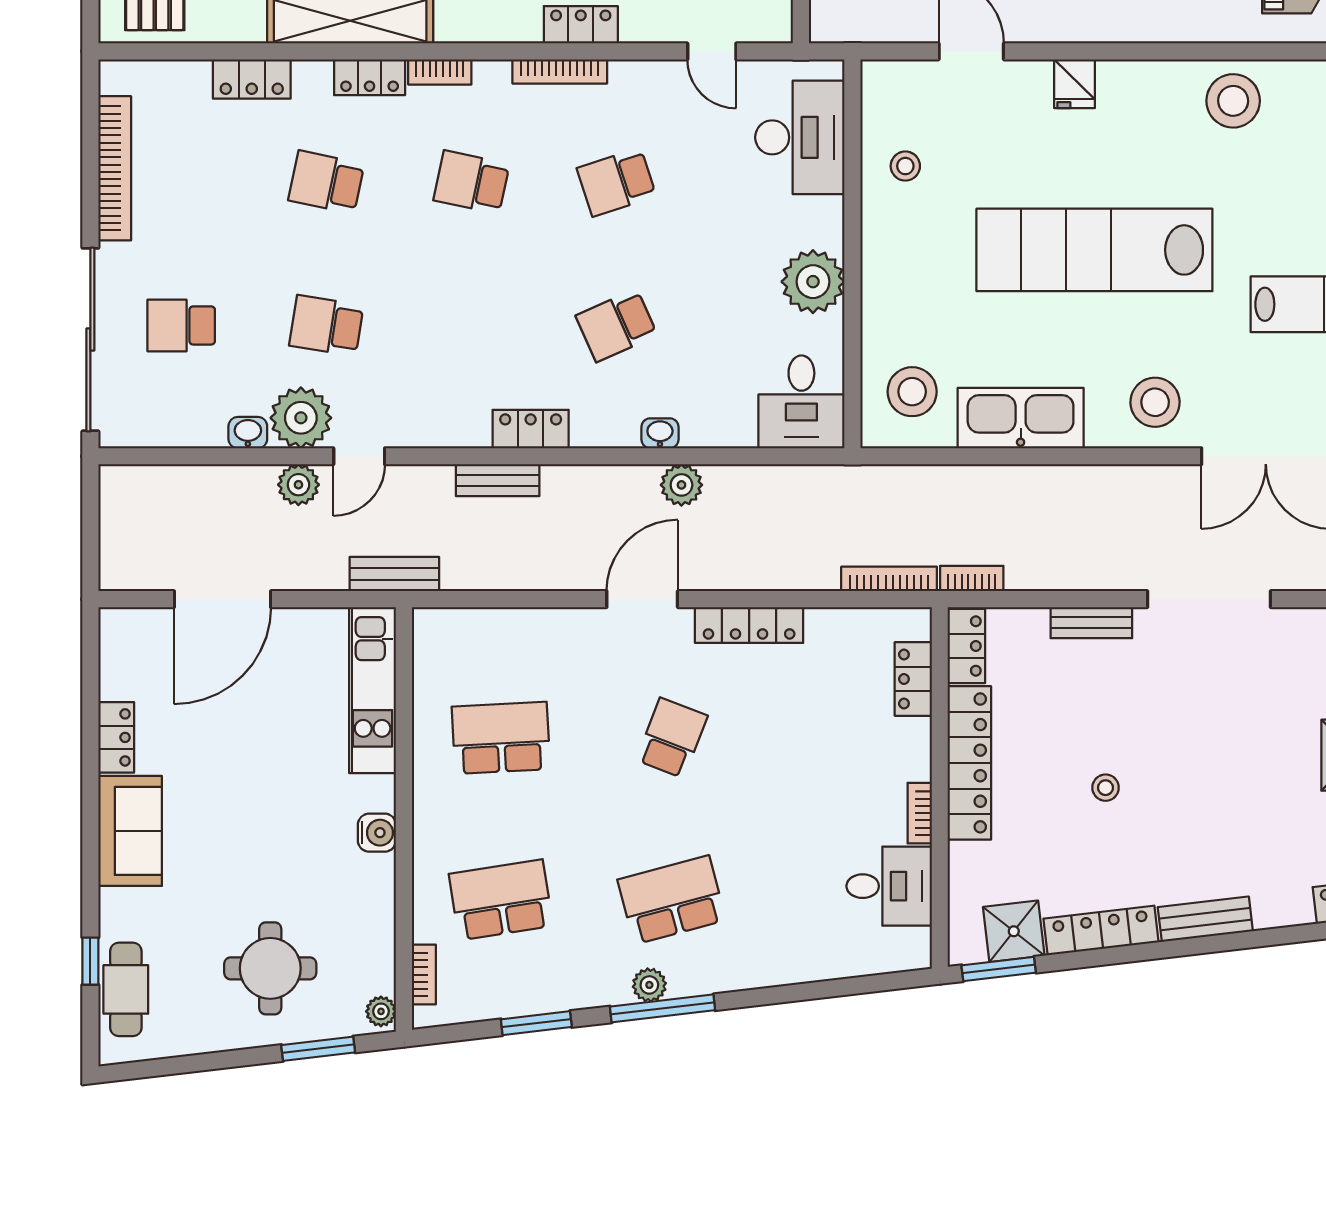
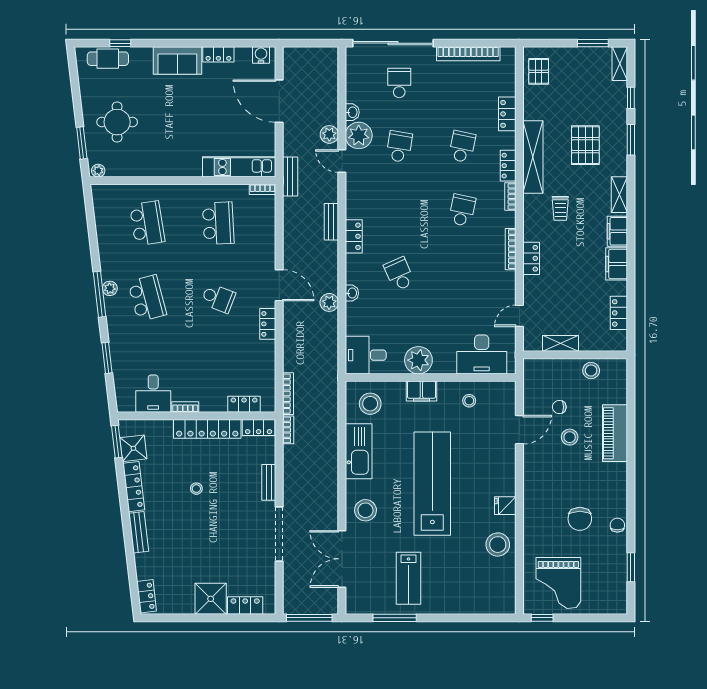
fridge: (1075, 84) -> (505, 506), moved
school desk: (616, 182) -> (462, 274), removed
filing cabinet: (883, 275) -> (421, 391), added
locker: (749, 625) -> (268, 324), width x0.66
water cooler: (377, 833) -> (261, 55), moved, turned 180
bookcase: (424, 975) -> (262, 189), moved
window: (536, 1023) -> (107, 358), moved

